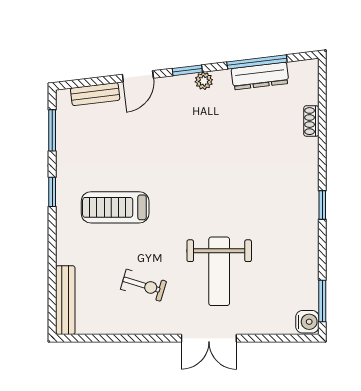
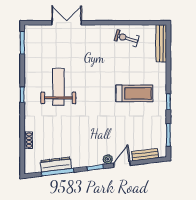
plant: (204, 81) -> (108, 159), moved
weight bench: (219, 271) -> (58, 87), moved
exercise bike: (143, 285) -> (127, 38), moved
water cooler: (307, 322) -> (30, 32), removed
double door: (209, 338) -> (67, 23), moved

